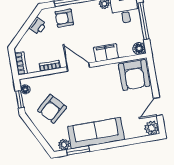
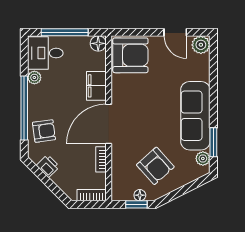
armchair: (64, 18) -> (44, 131), turned -98
door: (78, 67) -> (109, 124), width x1.36
floor lamp: (25, 89) -> (140, 195), moved

